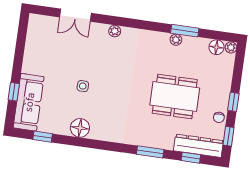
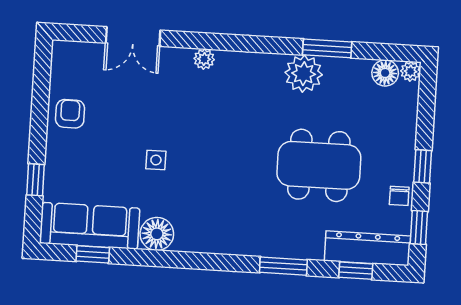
plant: (176, 40) -> (304, 74), width x1.87, depth x1.87
armchair: (36, 56) -> (70, 114), added
sofa: (29, 102) -> (90, 226), moved, turned -90

